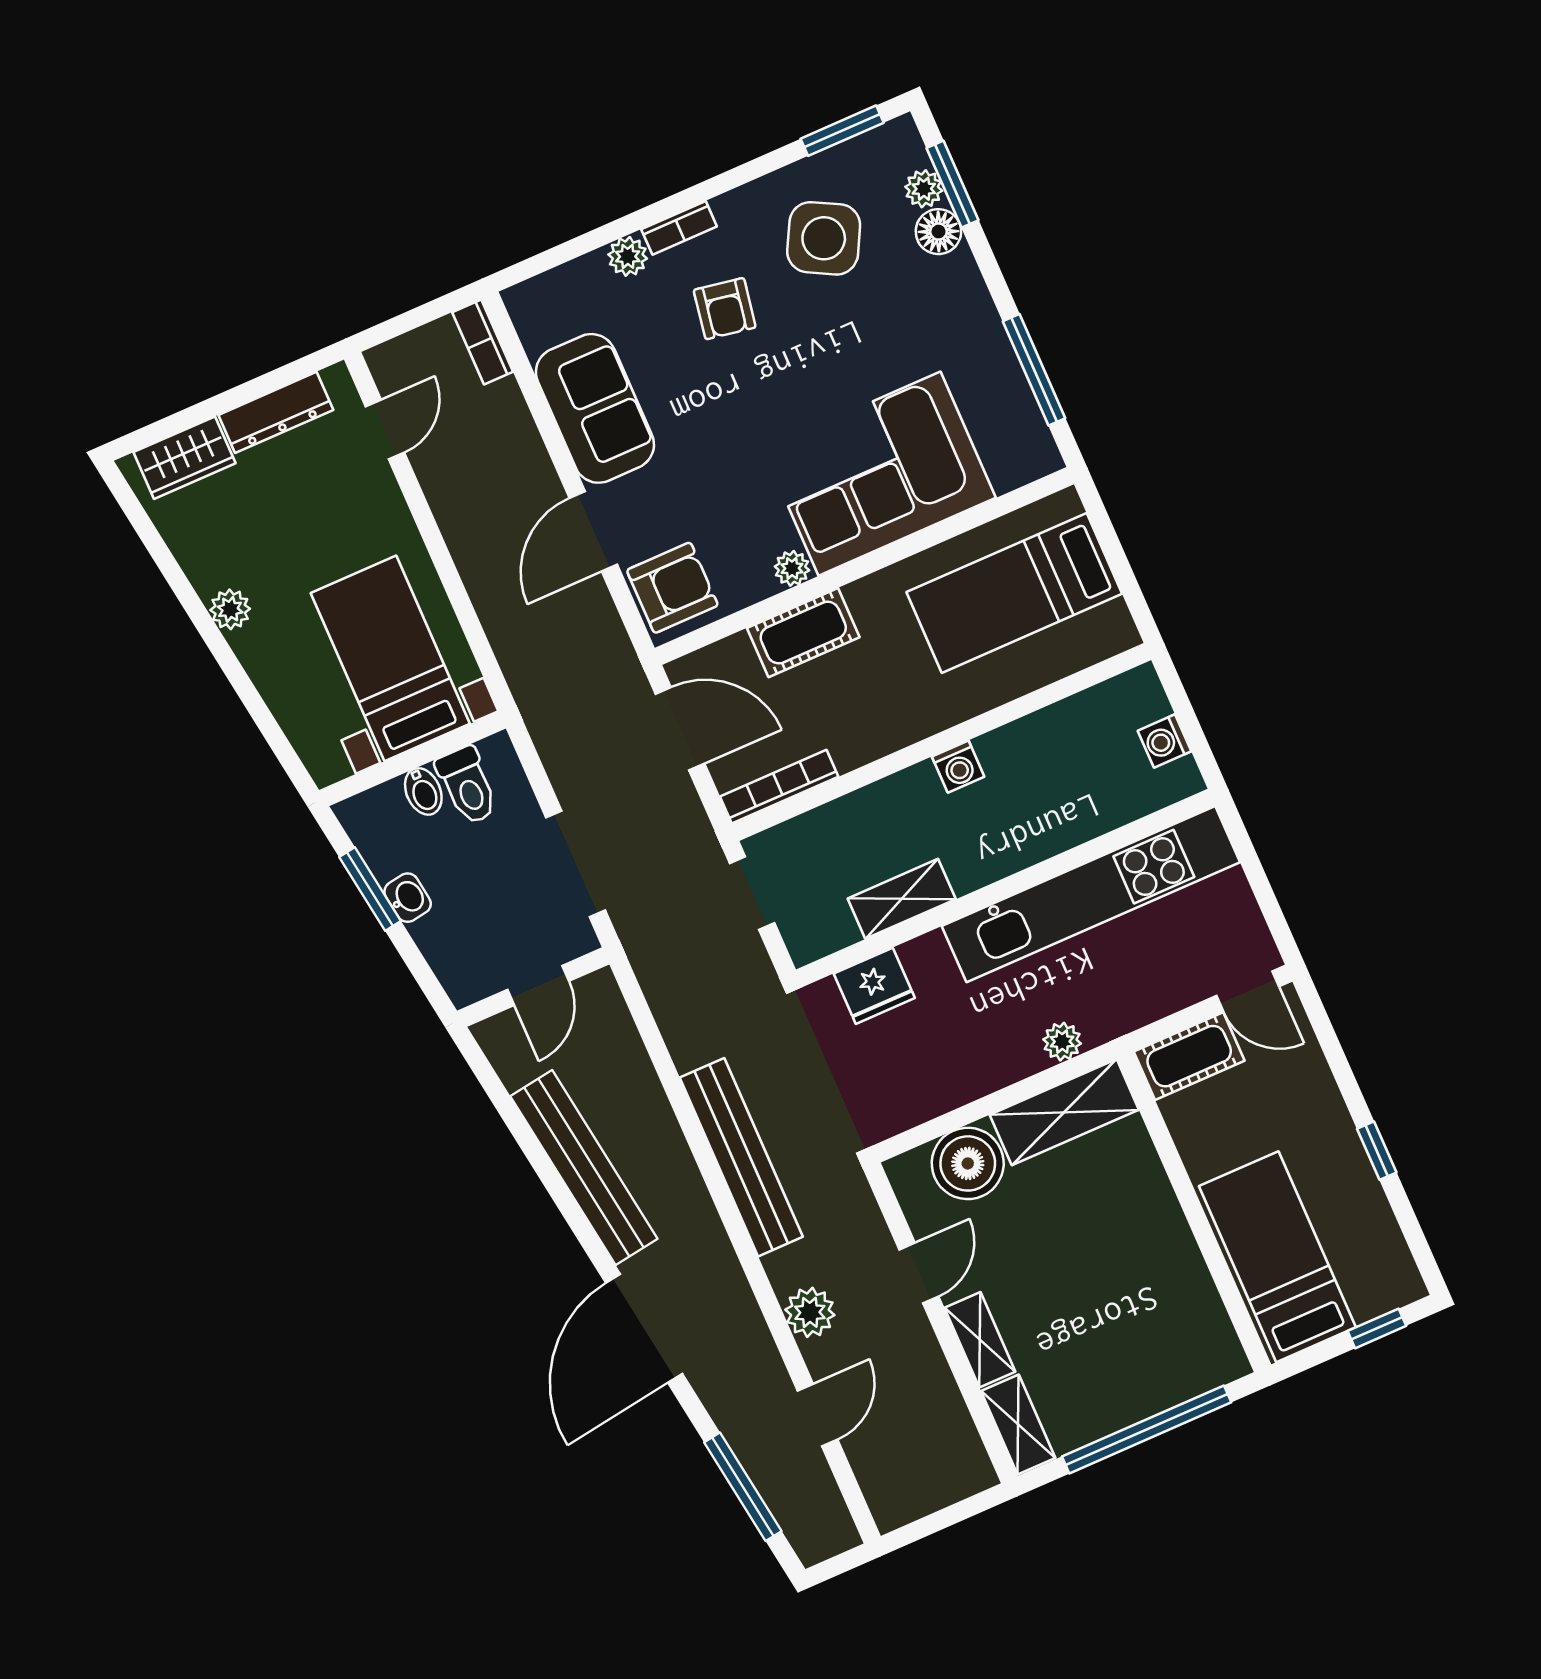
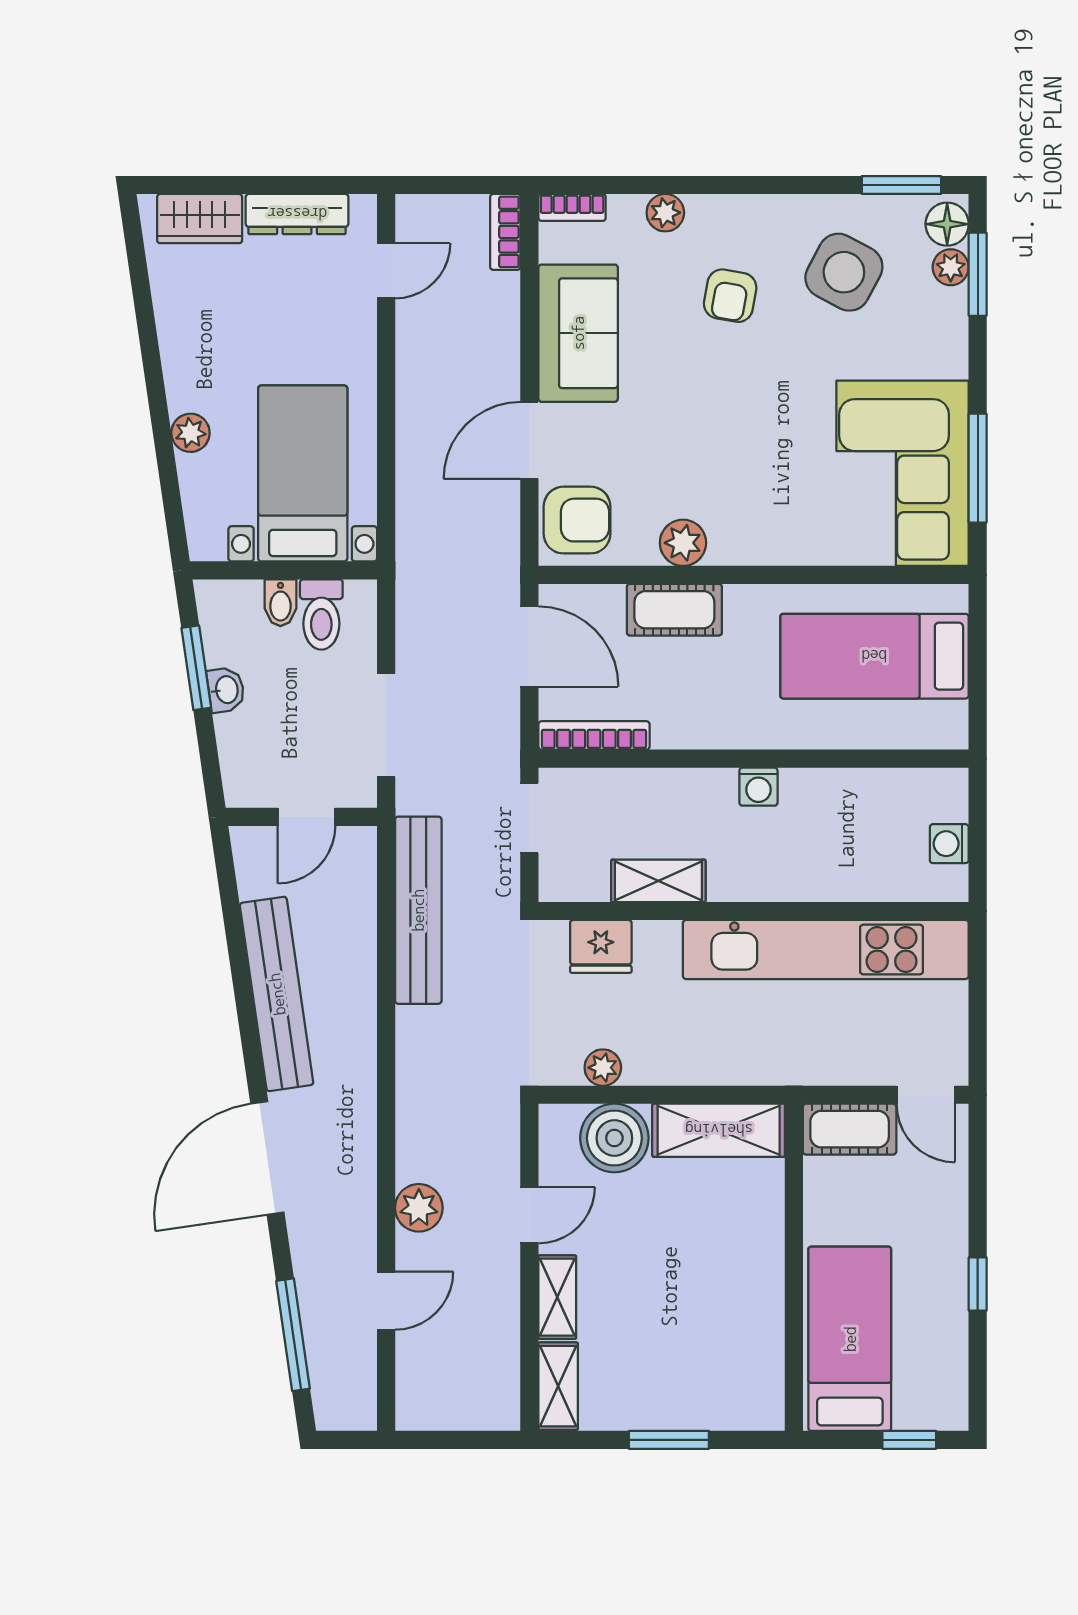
bookcase: (679, 228) -> (572, 207), moved
floor lamp: (938, 232) -> (947, 224), moved
corner sofa: (879, 474) -> (903, 473), moved, turned -90
plant: (792, 568) -> (683, 543), width x1.38, depth x1.38
plant: (230, 609) -> (191, 433), moved
plant: (1062, 1042) -> (603, 1068), moved
bench: (741, 1157) -> (418, 910), moved
window: (1147, 1429) -> (669, 1440), width x0.47

